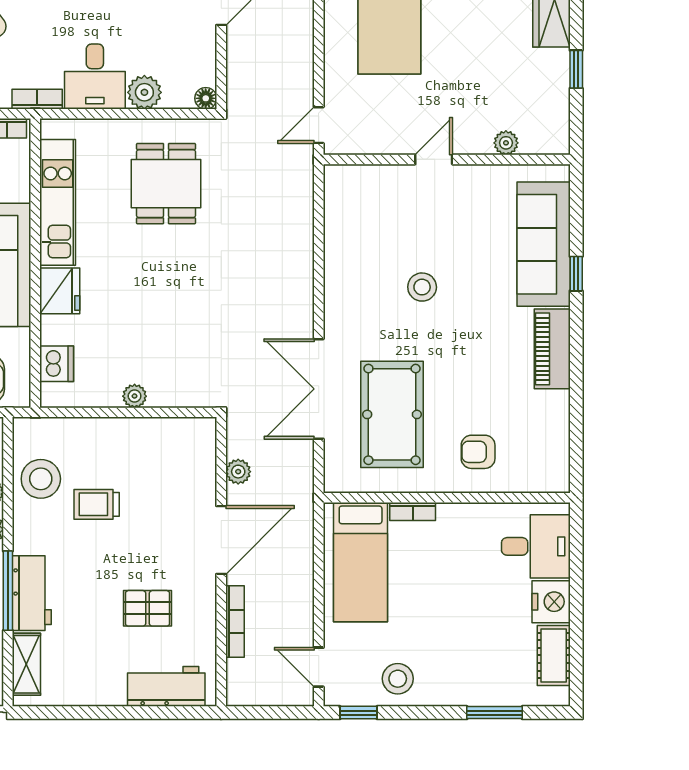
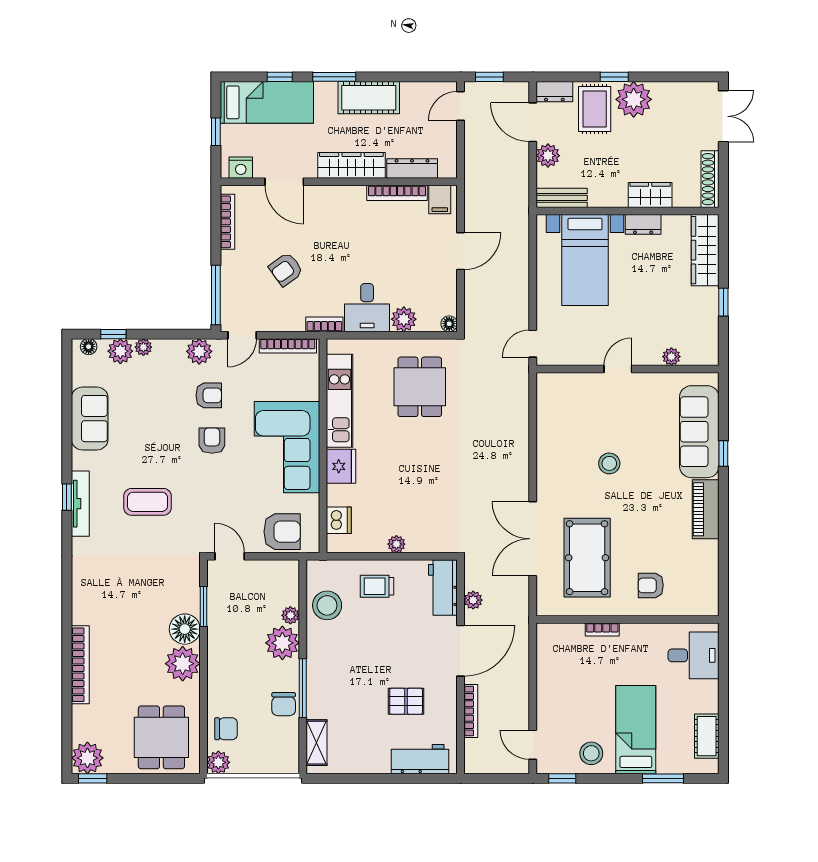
trolley: (97, 504) -> (377, 586), moved
bed: (361, 562) -> (636, 730), moved, turned 180
workbench: (32, 593) -> (443, 588), moved, turned 180
nightstand: (551, 602) -> (705, 696), removed

